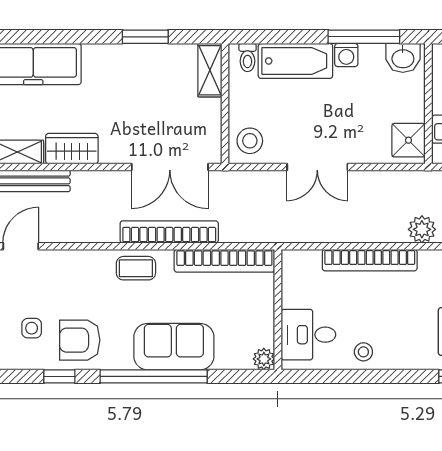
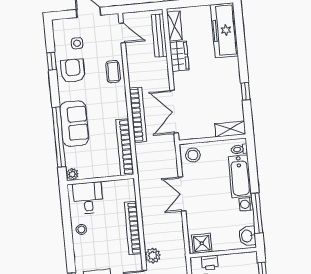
window: (145, 37) -> (245, 91), width x0.67
coffee table: (136, 268) -> (113, 72), moved
window: (154, 376) -> (59, 137), moved

